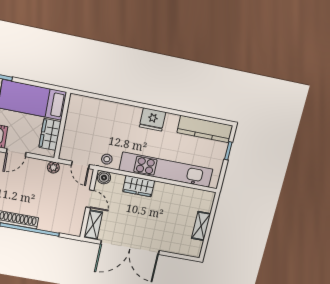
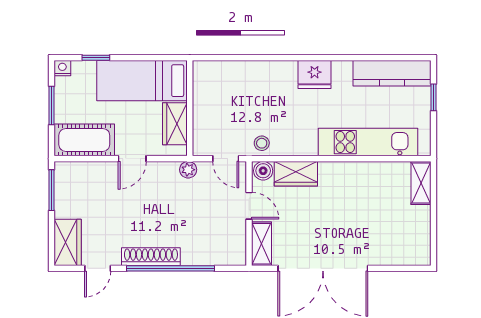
kitchen unit: (166, 170) -> (368, 142), width x0.73
wardrobe: (139, 186) -> (296, 174), moved
shelving: (201, 226) -> (421, 183), moved

